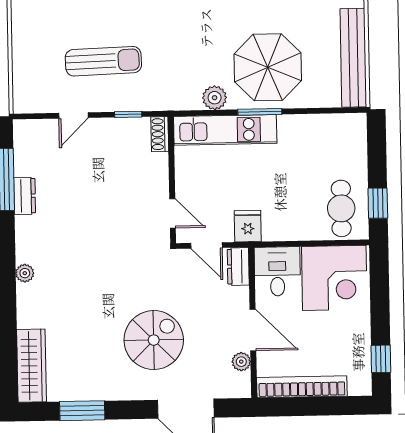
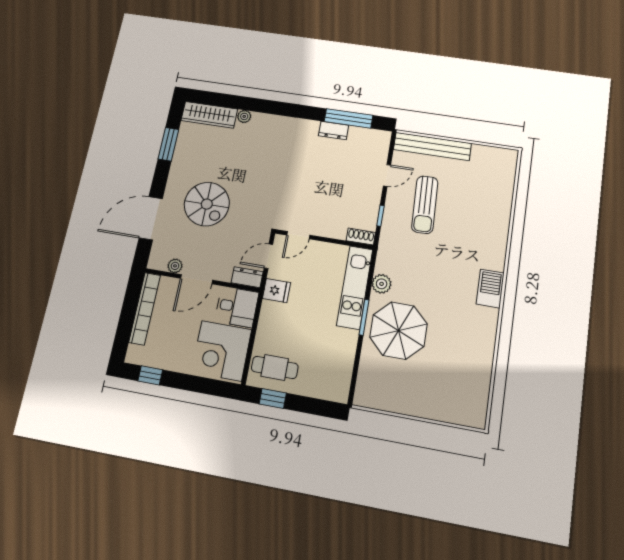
bench: (353, 58) -> (432, 146), moved
door: (73, 115) -> (387, 175), swing flipped
plant: (25, 273) -> (244, 116), moved

